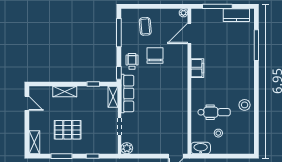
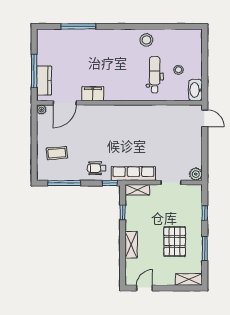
kitchen counter: (236, 15) -> (44, 81), moved
door: (189, 33) -> (65, 103), hinge flipped
chair: (155, 55) -> (90, 142), removed
filing cabinet: (197, 68) -> (93, 94), moved

